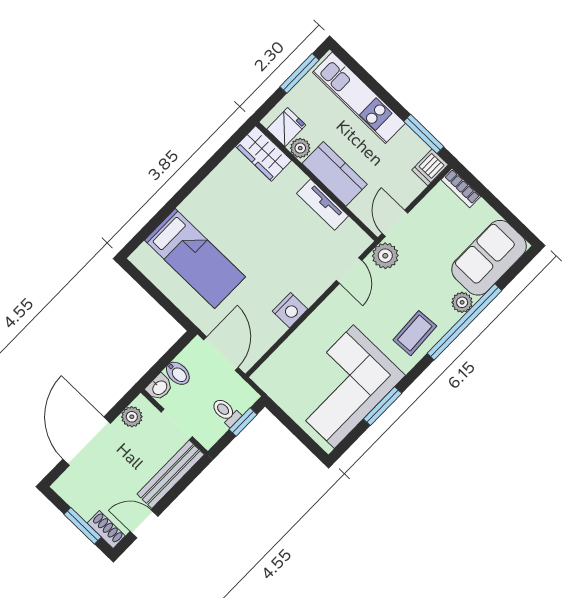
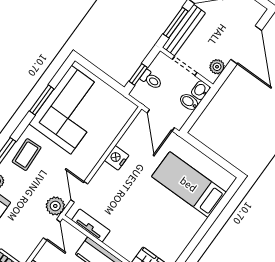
tv unit: (323, 205) -> (91, 225), moved
window: (180, 486) -> (176, 23), added

